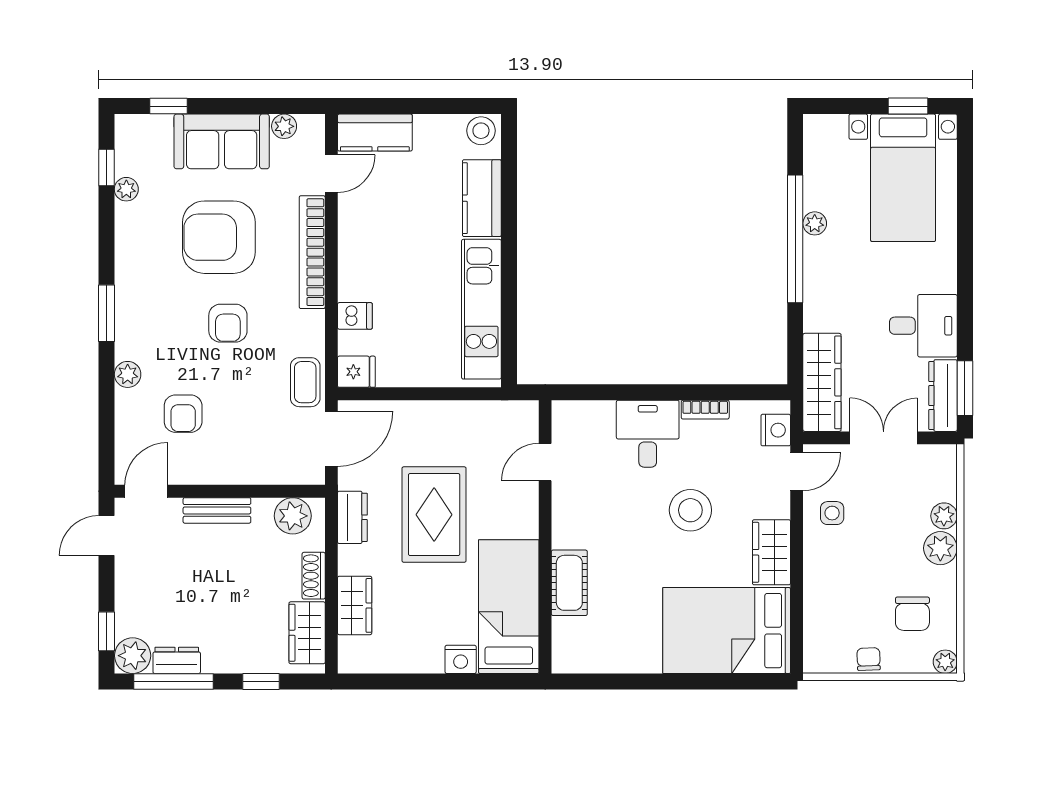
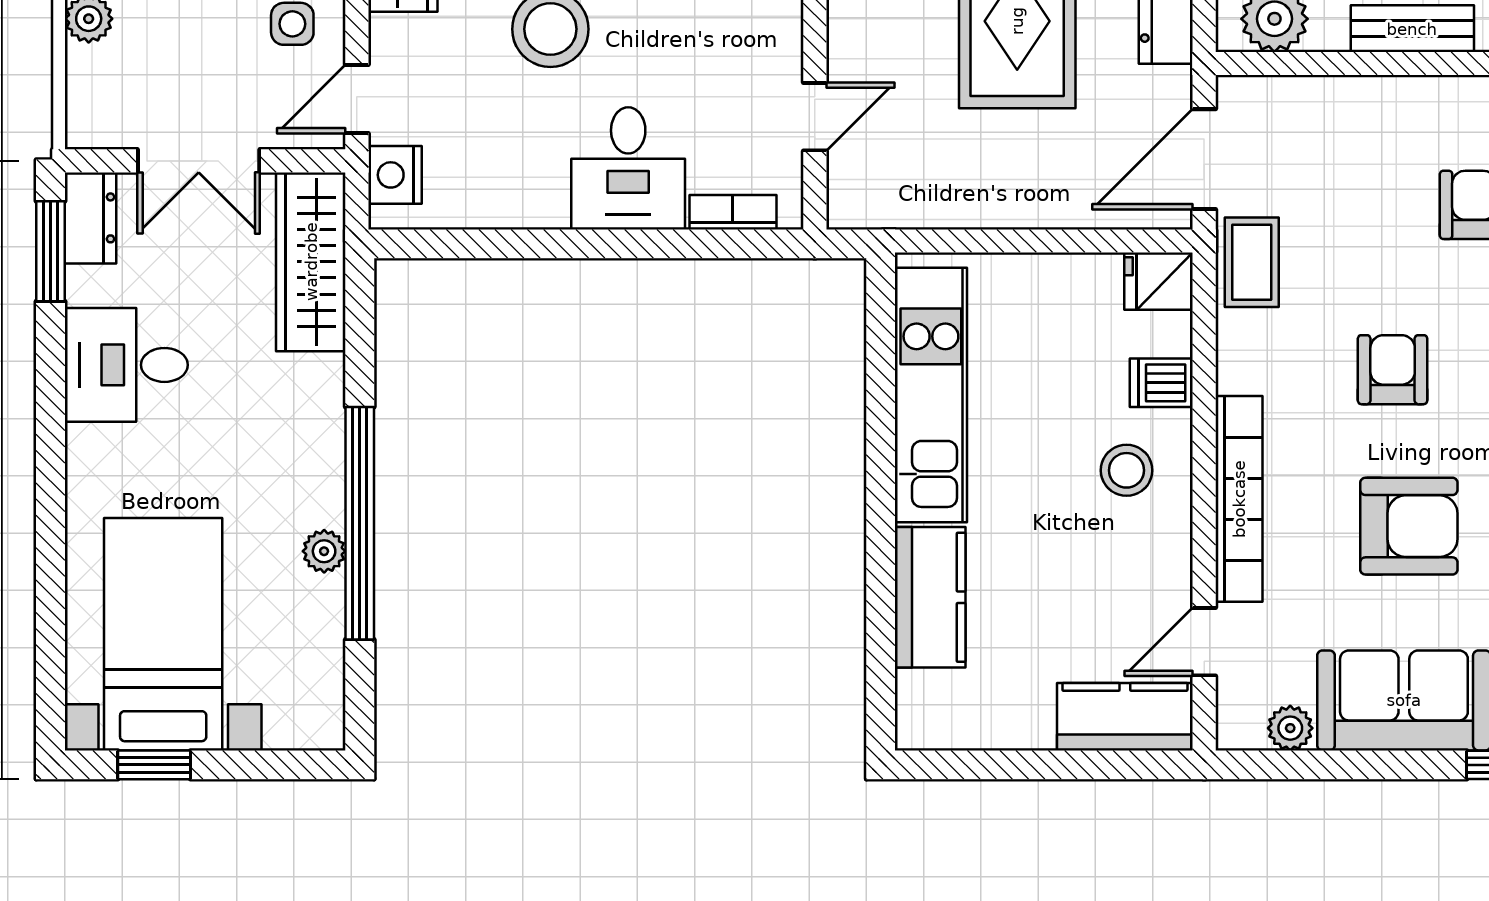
stool: (481, 131) -> (1127, 470), moved
armchair: (219, 237) -> (1409, 526), width x0.73, depth x0.73
dresser: (943, 396) -> (90, 218), width x0.70
bookcase: (705, 410) -> (733, 212), moved

